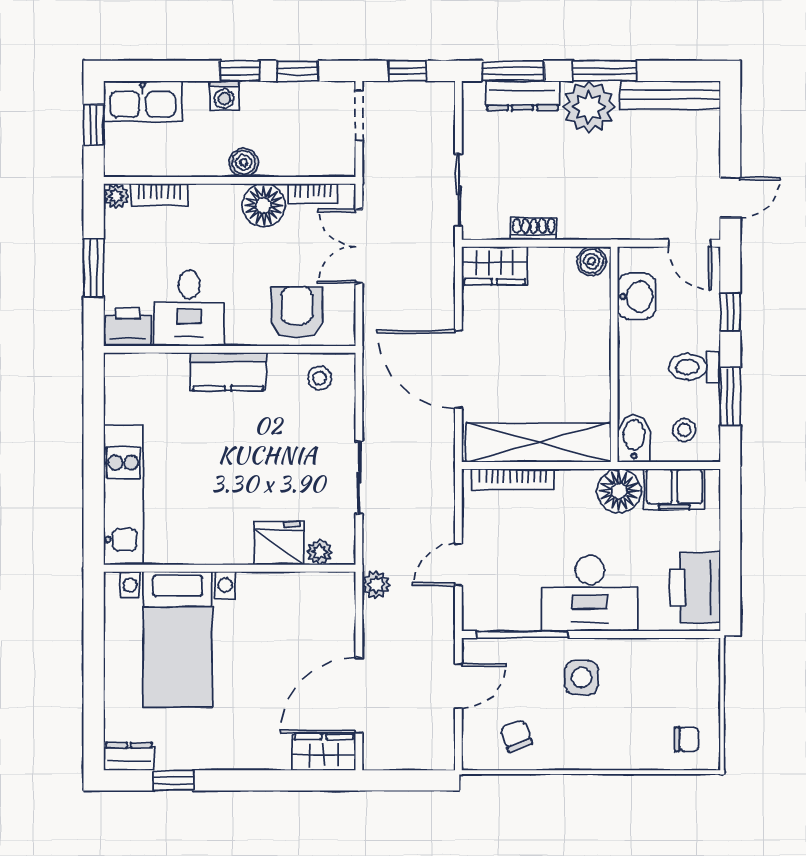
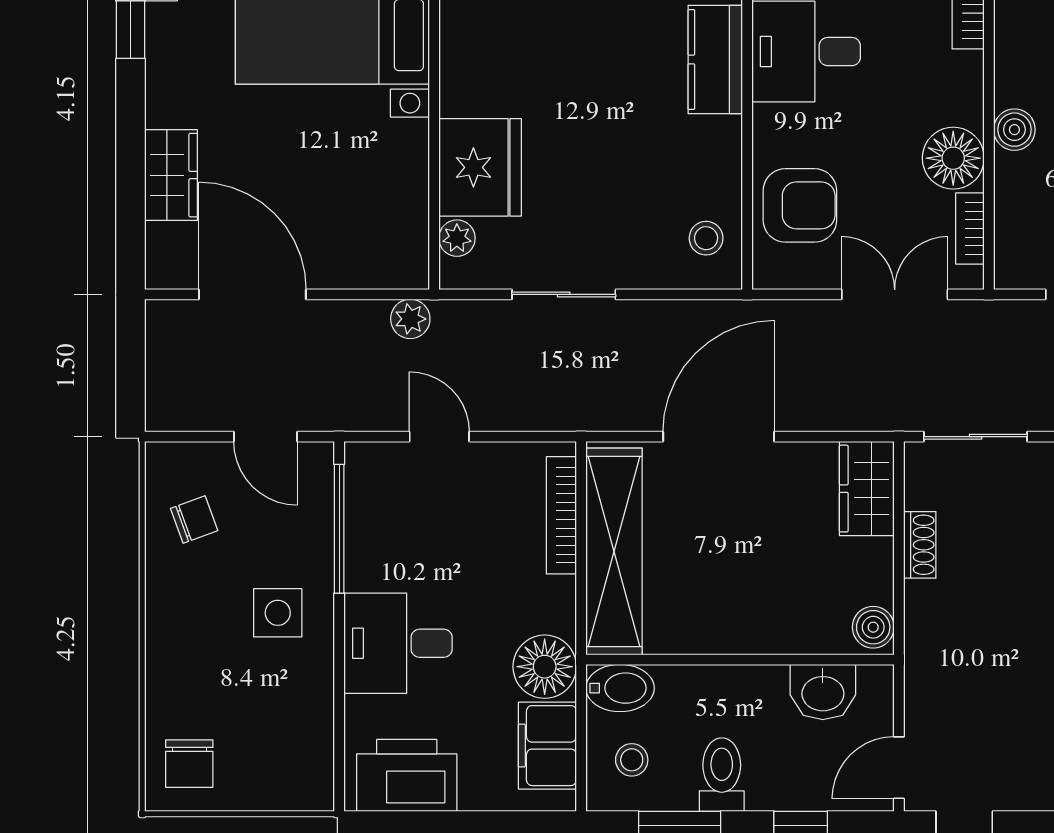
kitchen counter: (228, 372) -> (715, 60), moved
fridge: (279, 543) -> (480, 167), width x1.36, depth x1.34
desk: (590, 593) -> (398, 643), width x0.73
chair: (687, 739) -> (189, 764), width x1.37, depth x1.37
wardrobe: (324, 752) -> (171, 175), moved

